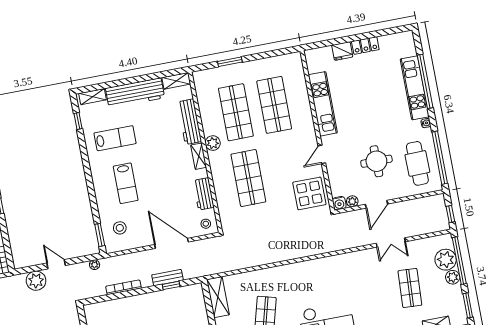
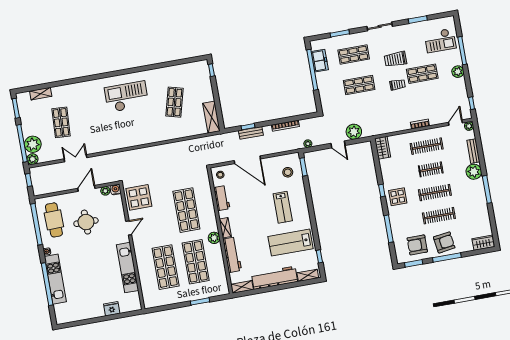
locker: (365, 45) -> (94, 313), removed
lab bench: (115, 138) -> (291, 243), width x1.36, depth x1.39
lab bench: (126, 183) -> (283, 207), turned 180
plant: (453, 277) -> (33, 159), moved

